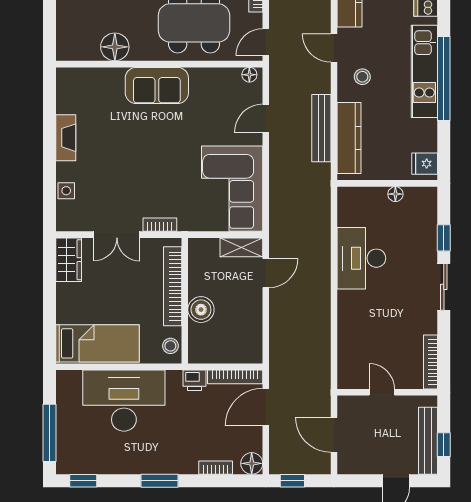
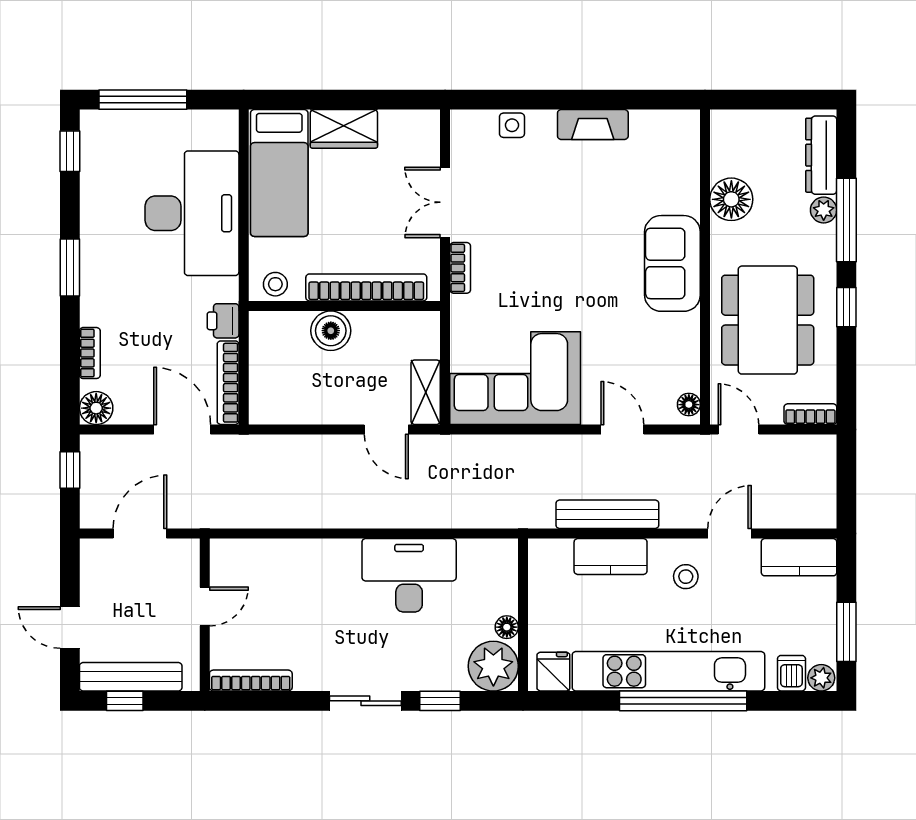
kitchen unit: (424, 71) -> (668, 671), width x1.36
kitchen counter: (349, 138) -> (611, 557), width x0.67
plant: (421, 203) -> (493, 666), added
wardrobe: (69, 260) -> (344, 129), moved

